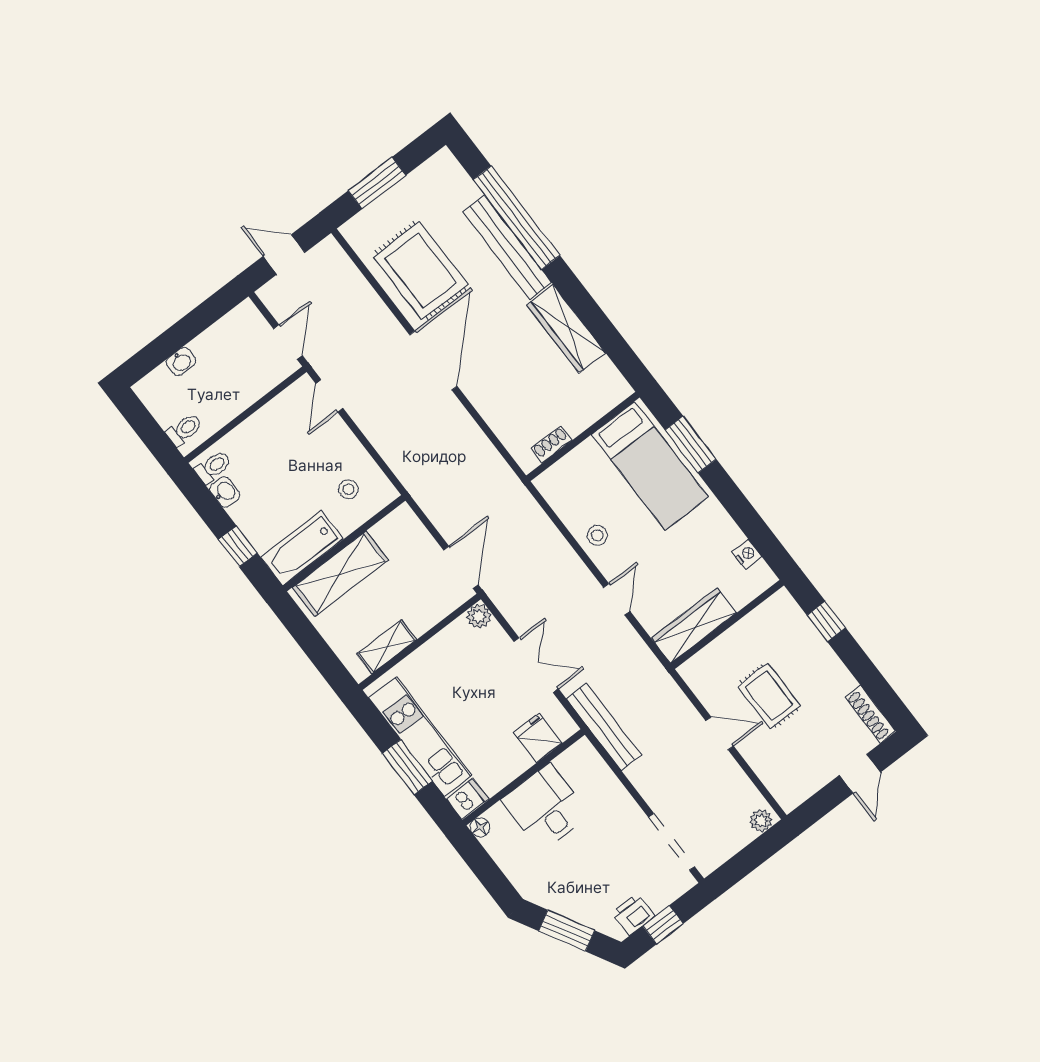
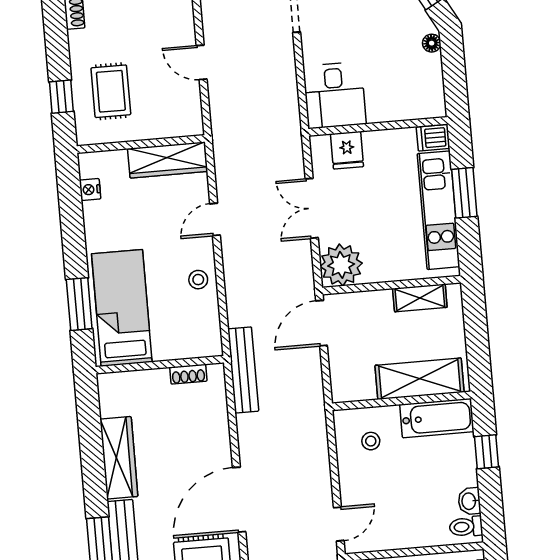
plant: (479, 616) -> (341, 265), width x1.87, depth x1.87
rug: (769, 696) -> (111, 91), moved
bench: (604, 727) -> (243, 370), moved
desk: (545, 807) -> (335, 95), moved
floor lamp: (480, 827) -> (432, 43), moved

